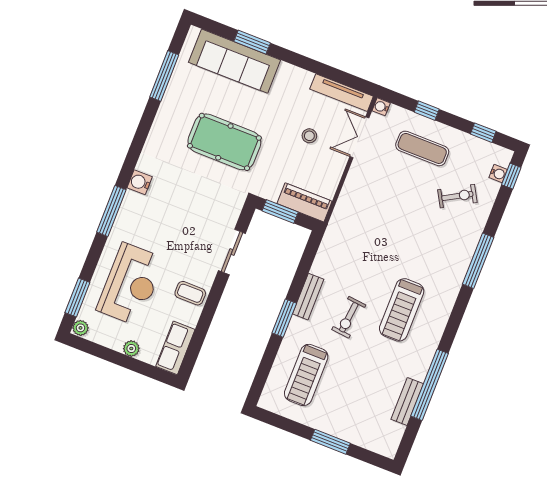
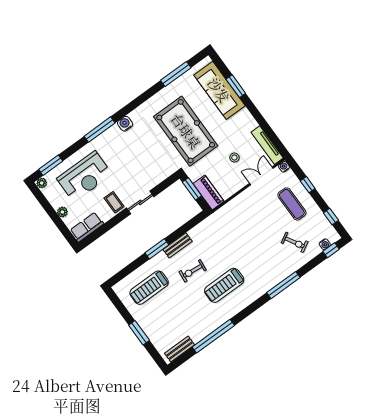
pool table: (224, 142) -> (186, 131), width x1.36, depth x1.32
sliding door: (232, 252) -> (140, 202), moved
bench: (407, 401) -> (180, 349), moved

